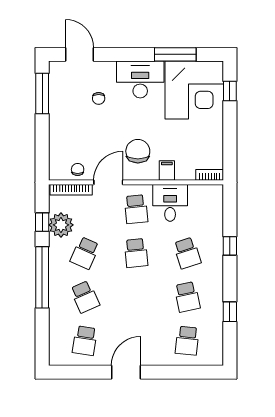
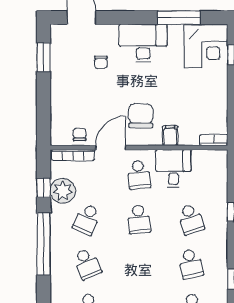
corner desk: (194, 90) -> (206, 46), width x0.74, depth x0.74
window: (42, 93) -> (44, 57), width x0.69

